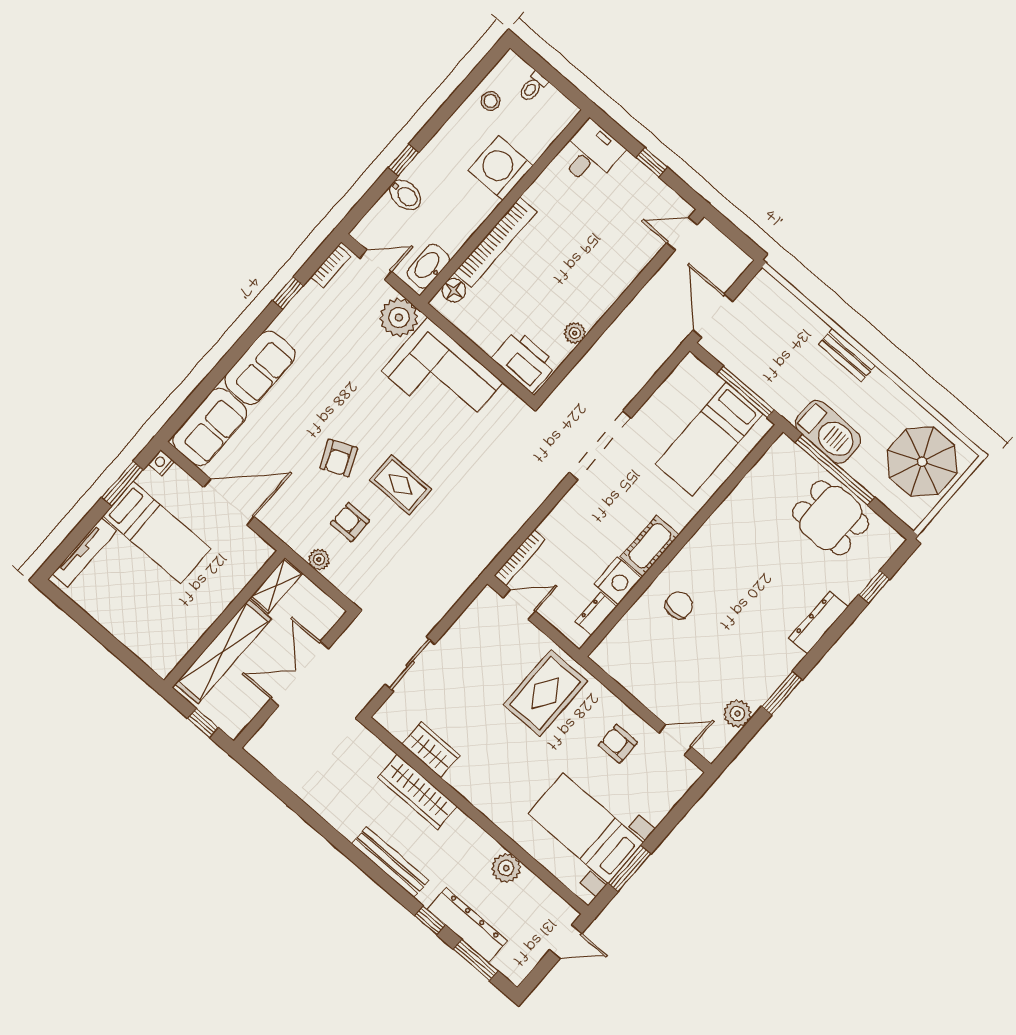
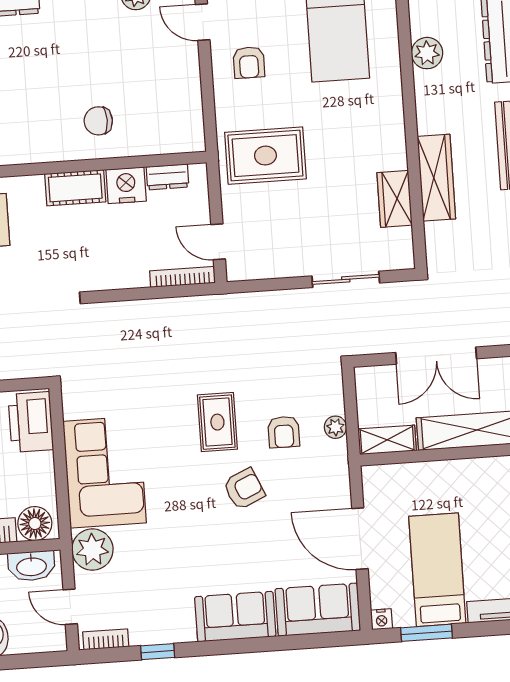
floor lamp: (454, 290) -> (35, 524), width x1.38, depth x1.38

